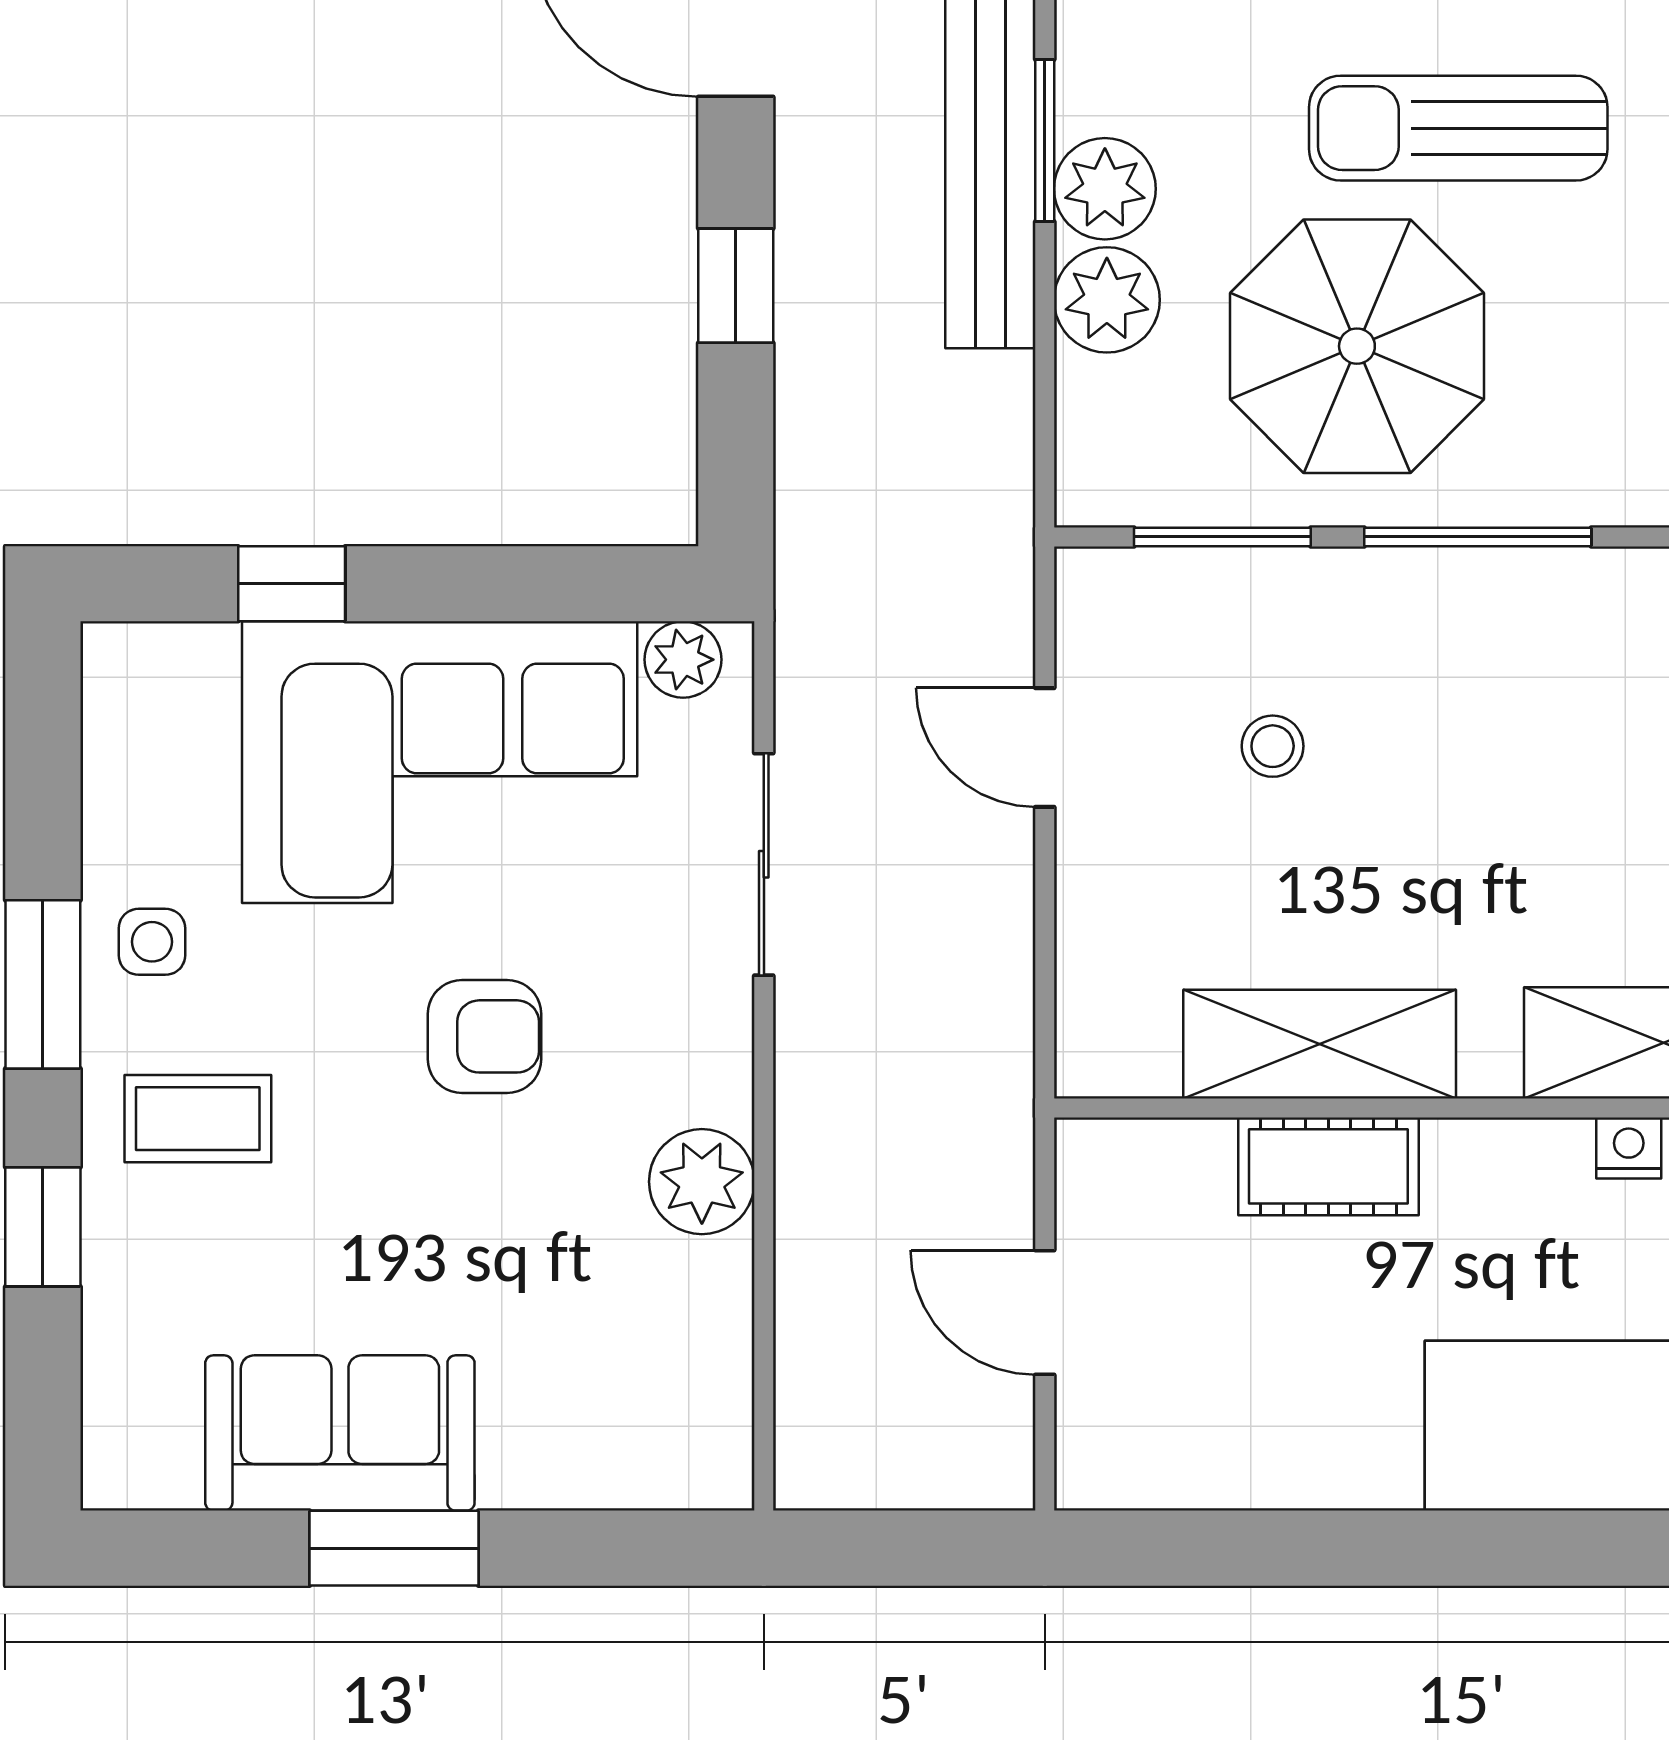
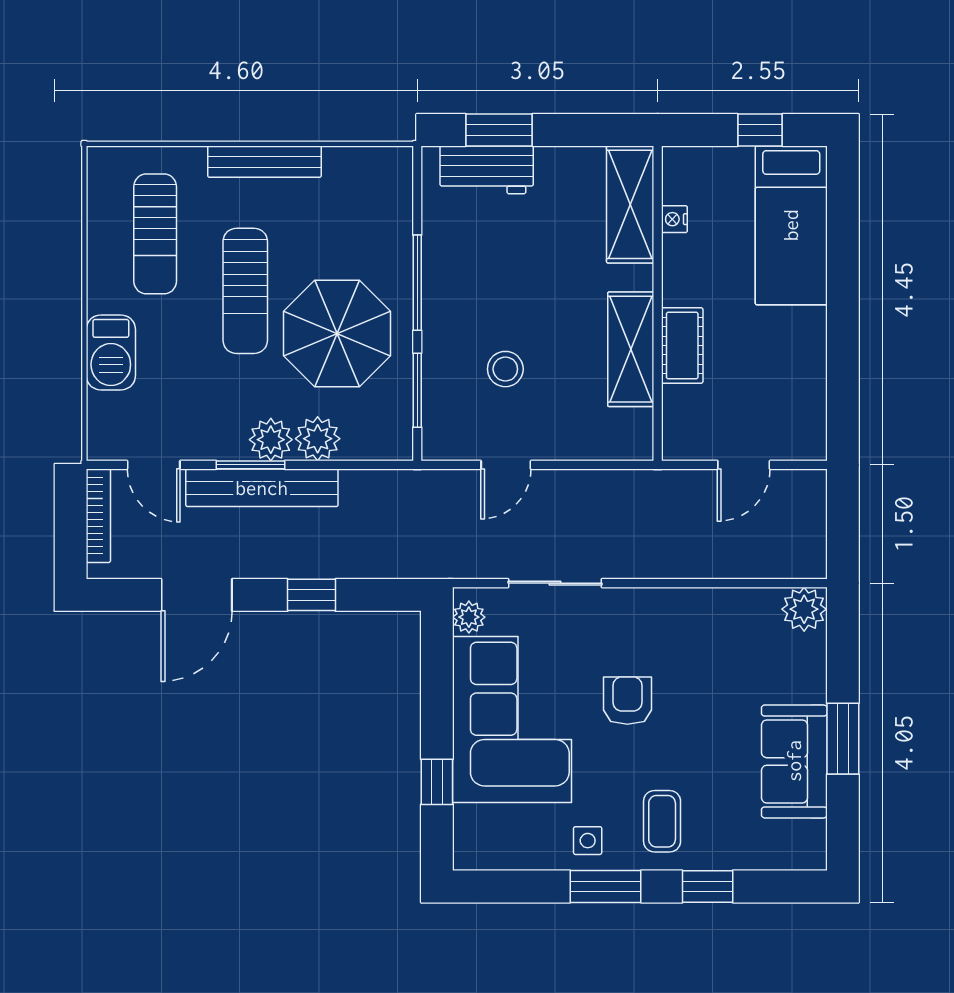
stool: (1273, 746) -> (505, 369), width x1.37, depth x1.37
plant: (702, 1182) -> (804, 609), moved

